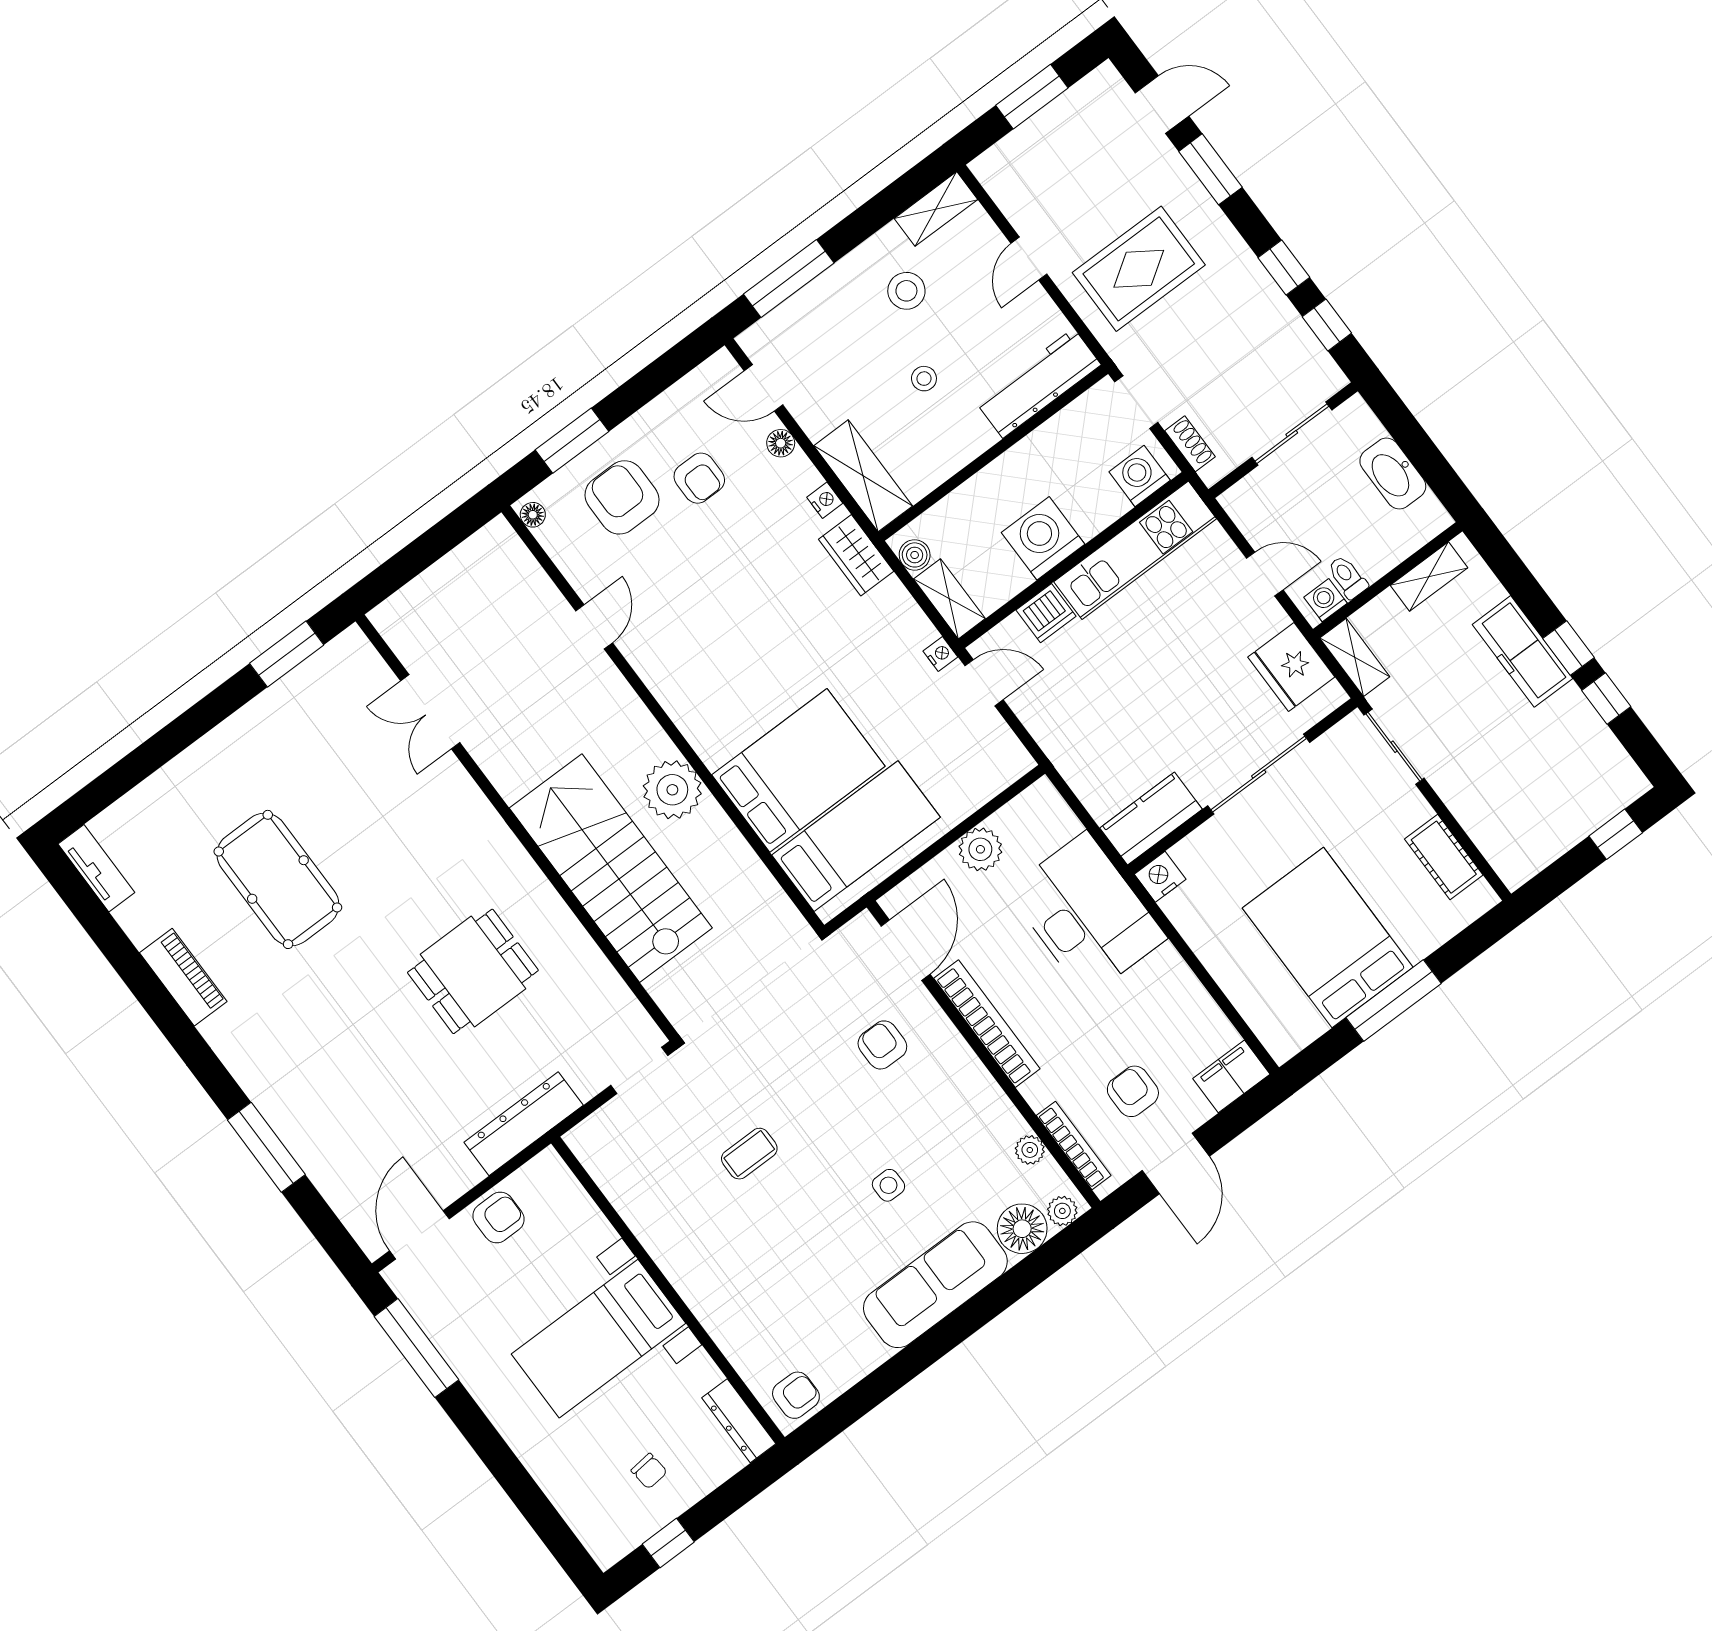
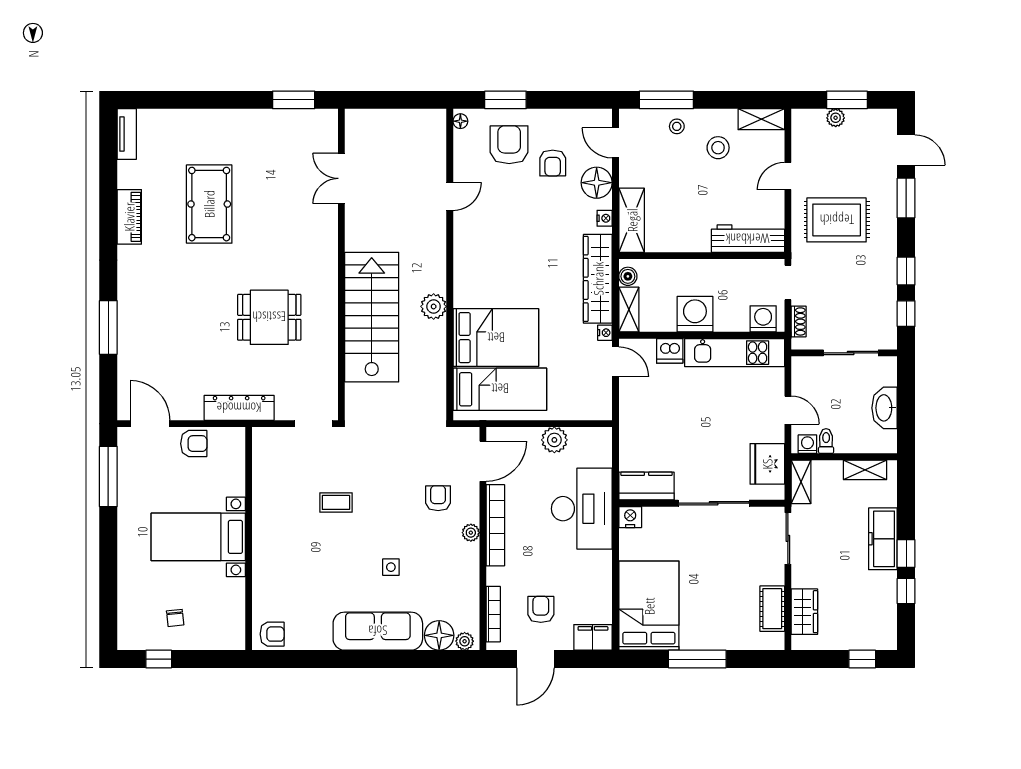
plant: (1035, 132) -> (836, 118), added
stool: (924, 379) -> (677, 126), moved
floor lamp: (781, 443) -> (597, 183), width x1.89, depth x1.89
wardrobe: (856, 555) -> (598, 279), width x2.10, depth x1.17
plant: (672, 790) -> (434, 306), width x0.73, depth x0.73
wardrobe: (1490, 829) -> (804, 612), added
bed: (1328, 938) -> (649, 606), moved
plant: (1030, 1150) -> (471, 533), moved
door: (419, 1235) -> (150, 424), hinge flipped
dresser: (739, 1421) -> (236, 626), removed

